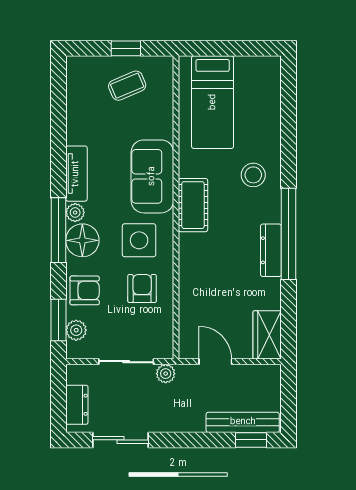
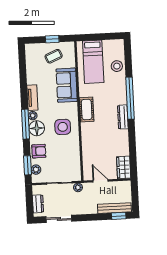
stool: (253, 175) -> (117, 66), moved
sofa: (152, 176) -> (67, 85), moved
window: (289, 234) -> (130, 98), moved
dresser: (271, 250) -> (123, 117), moved
armchair: (142, 289) -> (65, 149), removed

